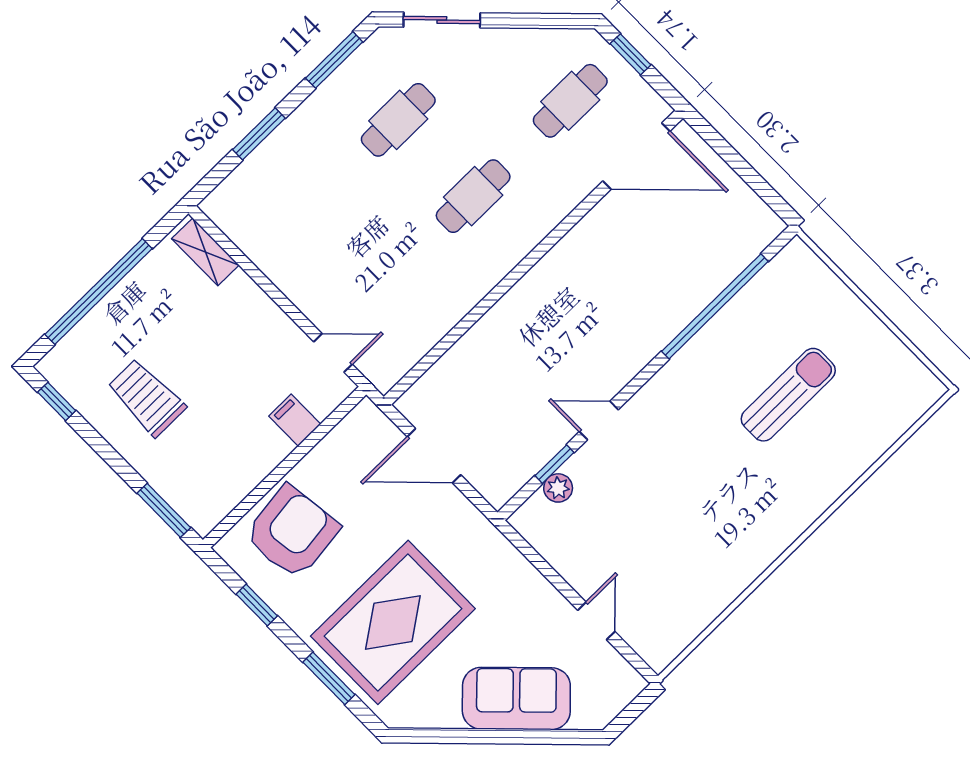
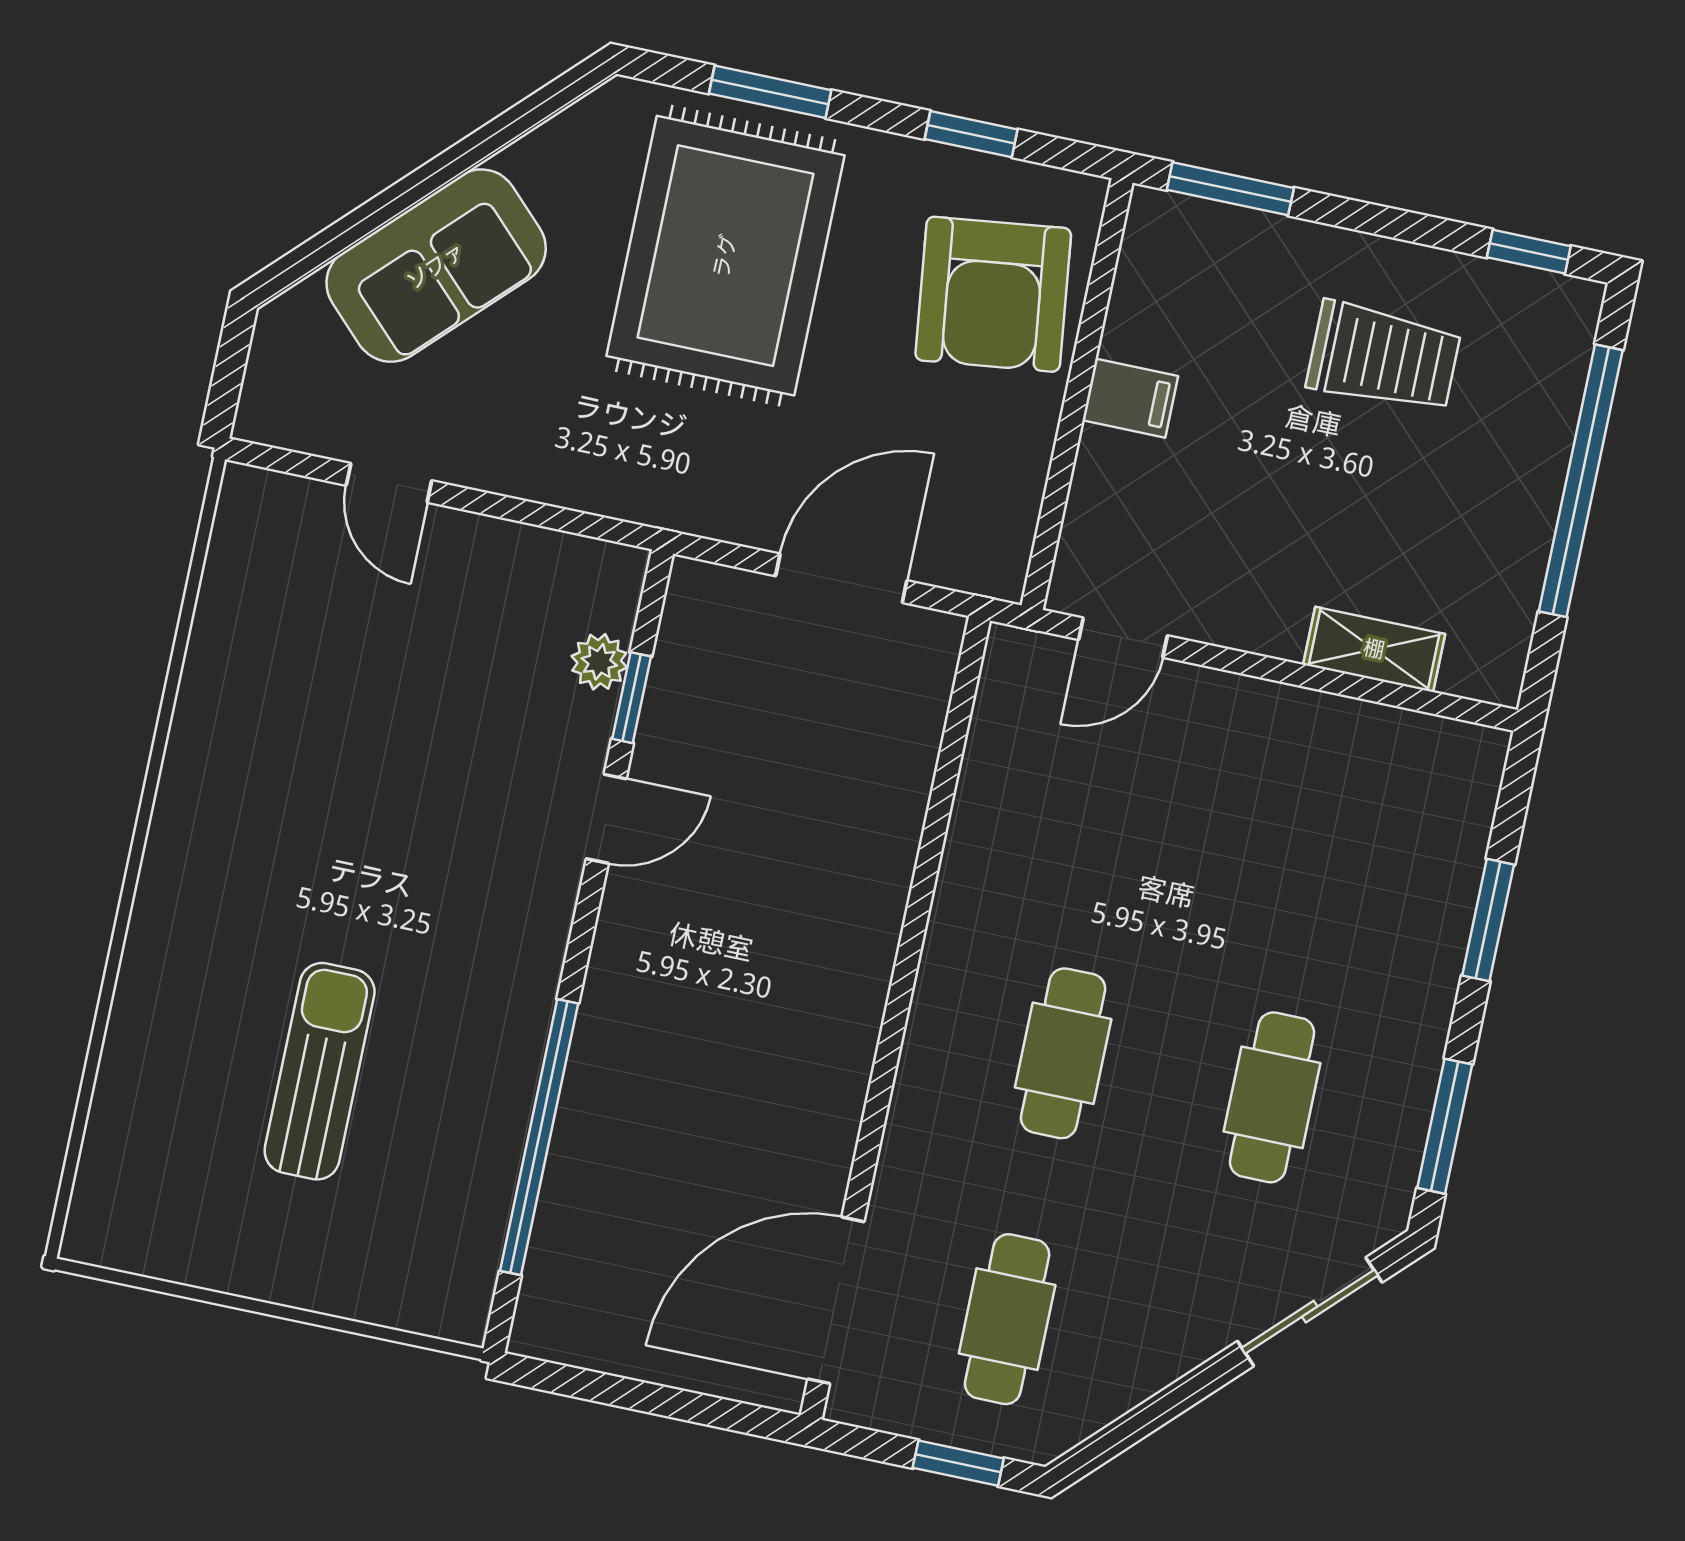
shelving: (205, 252) -> (1374, 649), moved
sun lounger: (788, 395) -> (320, 1071), turned 180
filing cabinet: (295, 420) -> (1130, 398), moved

